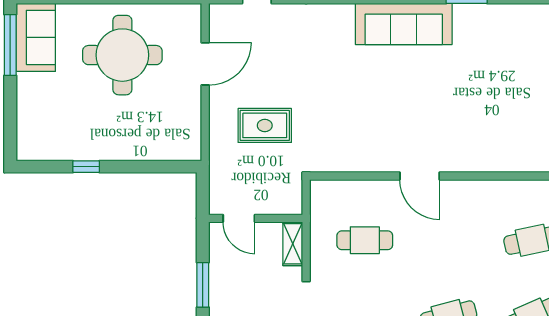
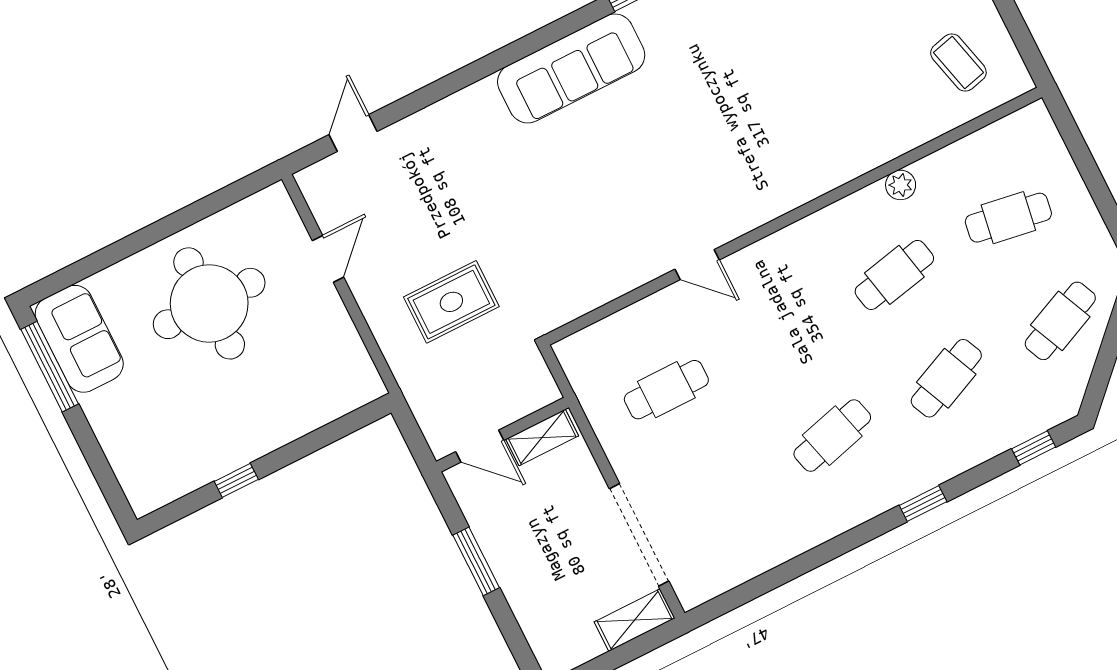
door: (205, 64) -> (328, 259), width x0.73
door: (420, 176) -> (697, 265), width x0.73
shelving: (293, 244) -> (542, 437), moved, turned 90

